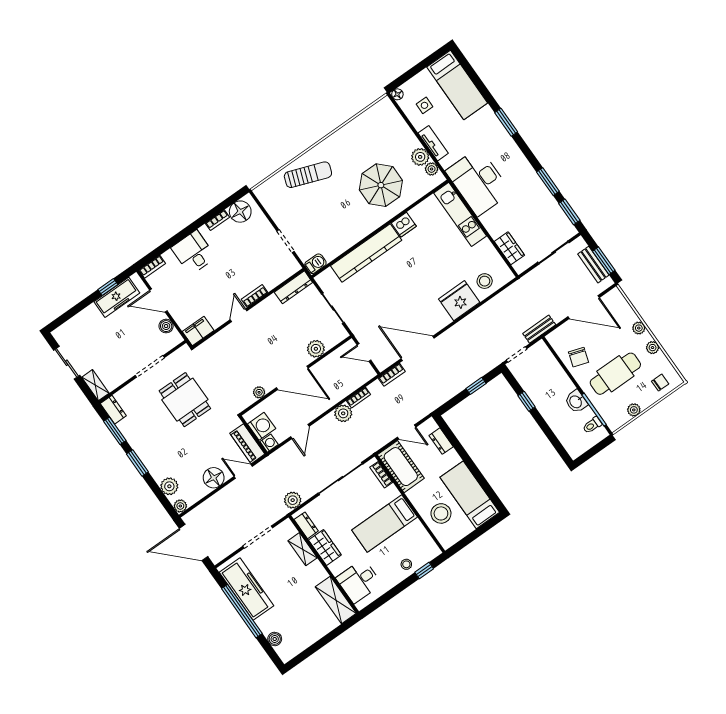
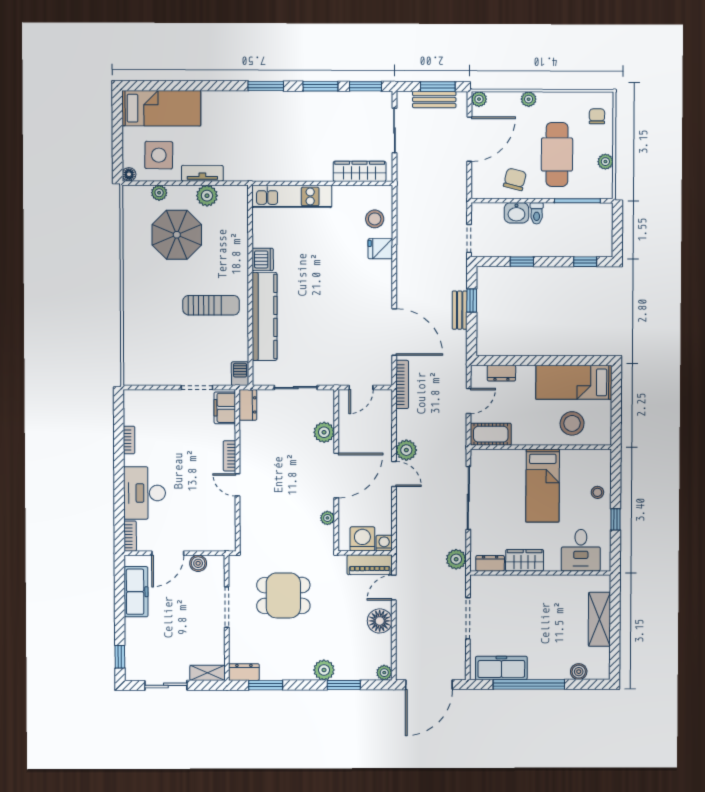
side table: (424, 105) -> (159, 155), width x1.87, depth x1.87
window: (506, 122) -> (266, 86), moved
plant: (432, 169) -> (159, 193), moved
sun lounger: (308, 175) -> (211, 305), moved, turned 70
desk: (478, 182) -> (272, 155), removed
parasol: (381, 185) -> (177, 235), moved
floor lamp: (240, 212) -> (136, 412), removed
wardrobe: (509, 248) -> (360, 171), width x1.50
desk: (193, 252) -> (145, 493), width x1.37
window: (108, 287) -> (120, 657), moved
dresser: (293, 287) -> (248, 405), width x0.70
fridge: (459, 301) -> (380, 249), width x0.53, depth x0.75
bench: (539, 329) -> (460, 310), moved
filing cabinet: (198, 331) -> (225, 408), moved
door: (418, 348) -> (394, 332), swing flipped
plant: (653, 348) -> (479, 99), moved
chair: (578, 357) -> (515, 179), turned -94
bookcase: (392, 375) -> (402, 384), width x1.56
bookcase: (359, 398) -> (402, 424), removed
washbasin: (576, 402) -> (516, 213), moved
toilet: (592, 425) -> (537, 213), moved
door: (300, 431) -> (394, 474), moved
window: (557, 444) -> (585, 262), added
window: (137, 463) -> (344, 685), moved
cot: (401, 467) -> (491, 434), width x0.73, depth x0.75
bookcase: (381, 475) -> (493, 455), removed
plant: (169, 486) -> (324, 670), moved
shelving: (303, 549) -> (511, 583), removed
window: (424, 571) -> (616, 519), moved
freezer: (246, 589) -> (501, 668), width x0.73, depth x0.79
shelving: (336, 600) -> (599, 619), moved, turned 90

